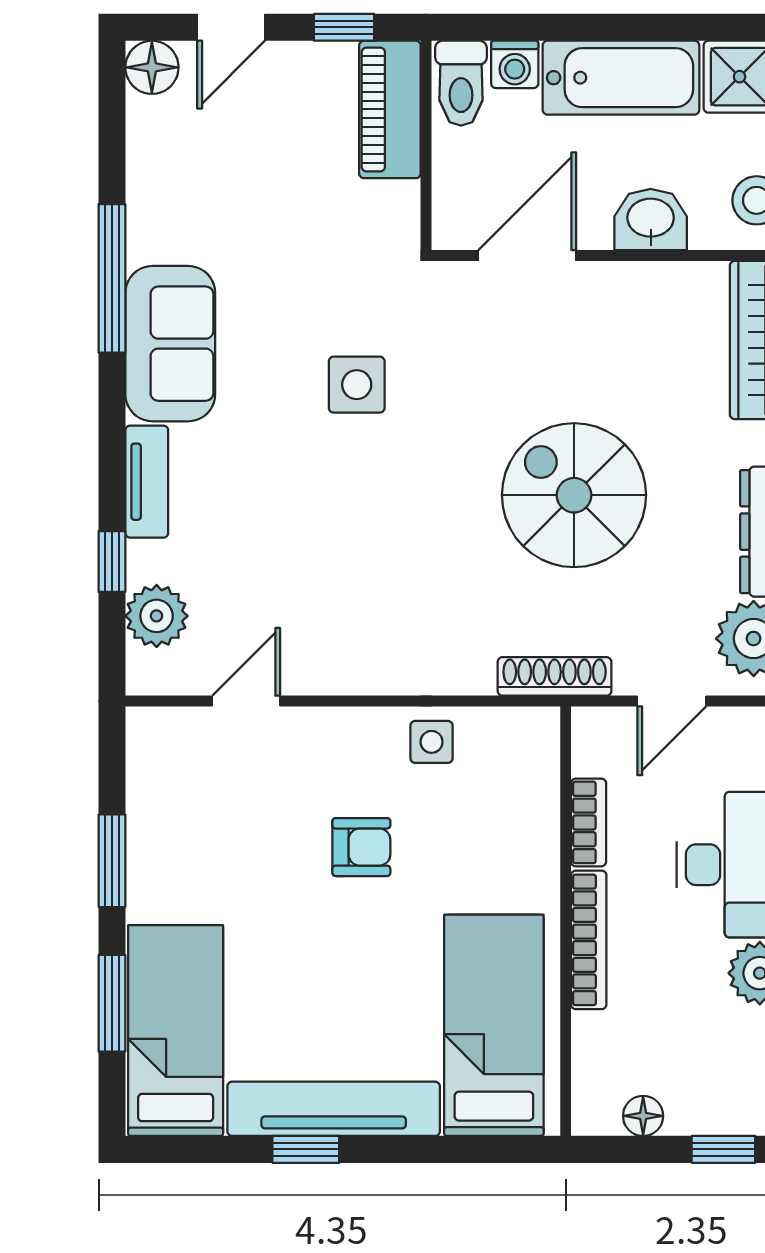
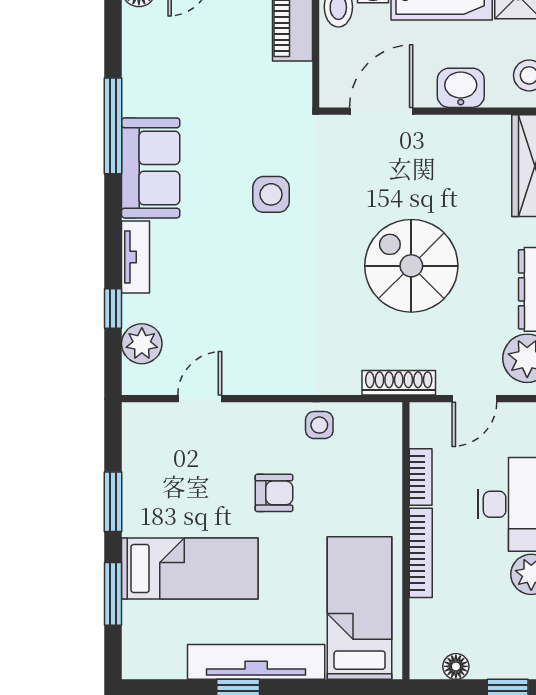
bed: (176, 1031) -> (190, 569), moved, turned 90

